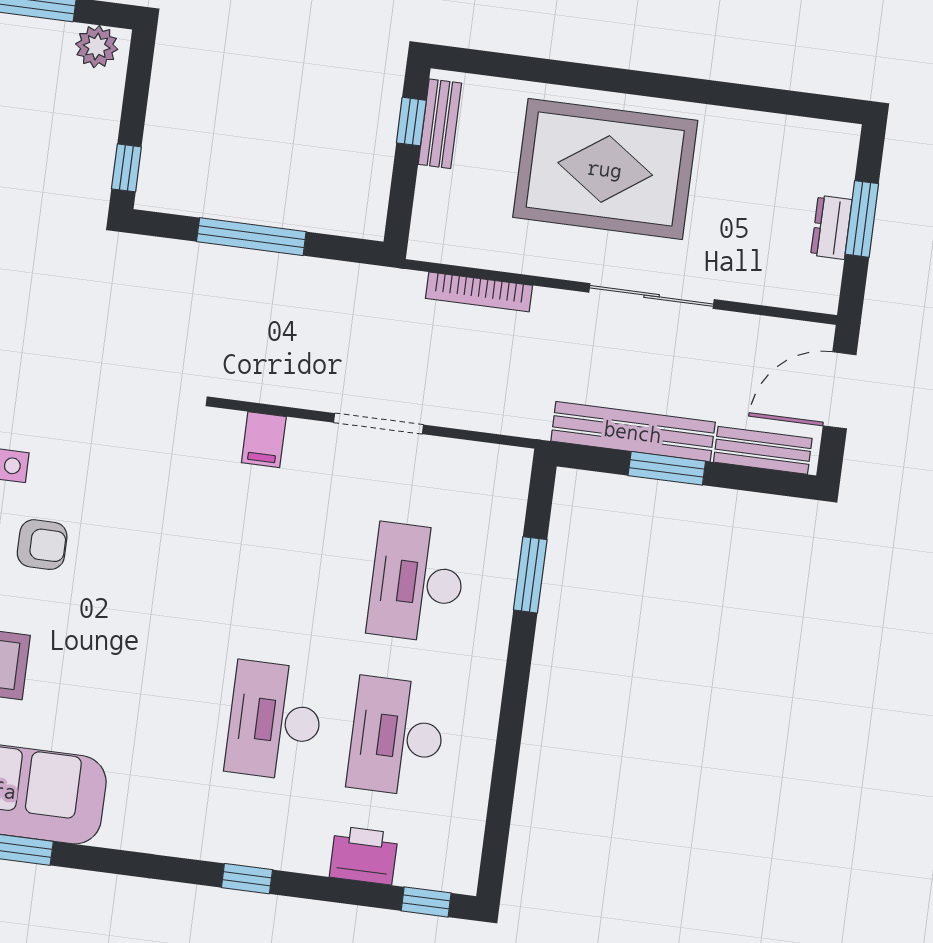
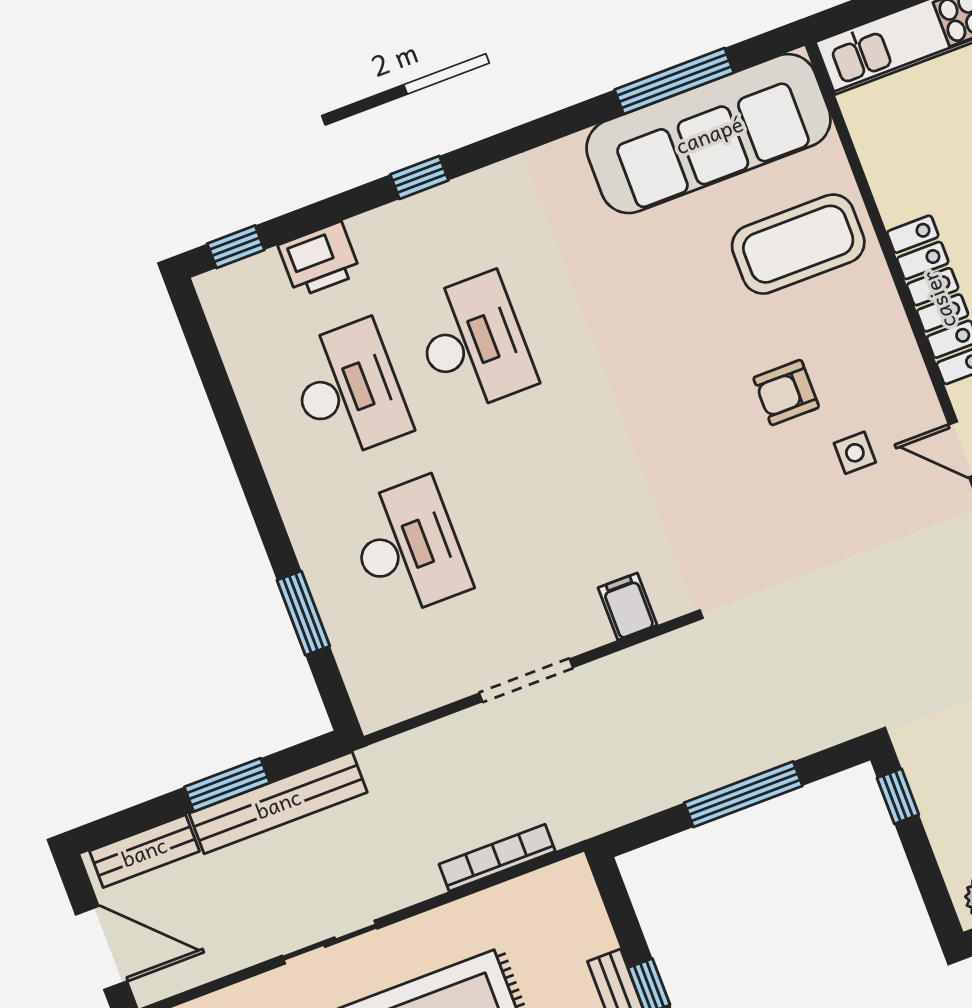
sliding door: (652, 296) -> (330, 942), width x0.73
door: (840, 390) -> (101, 948), hinge flipped

